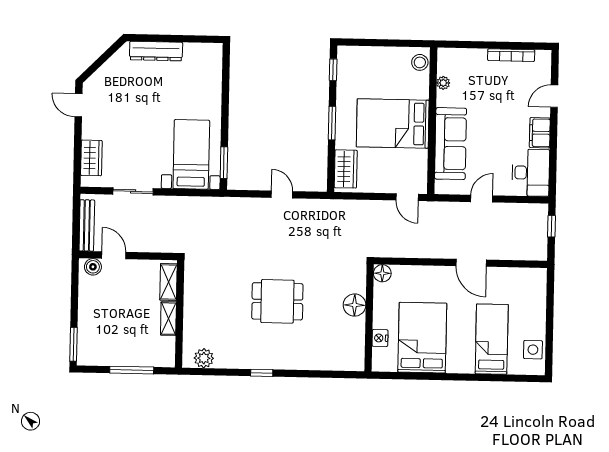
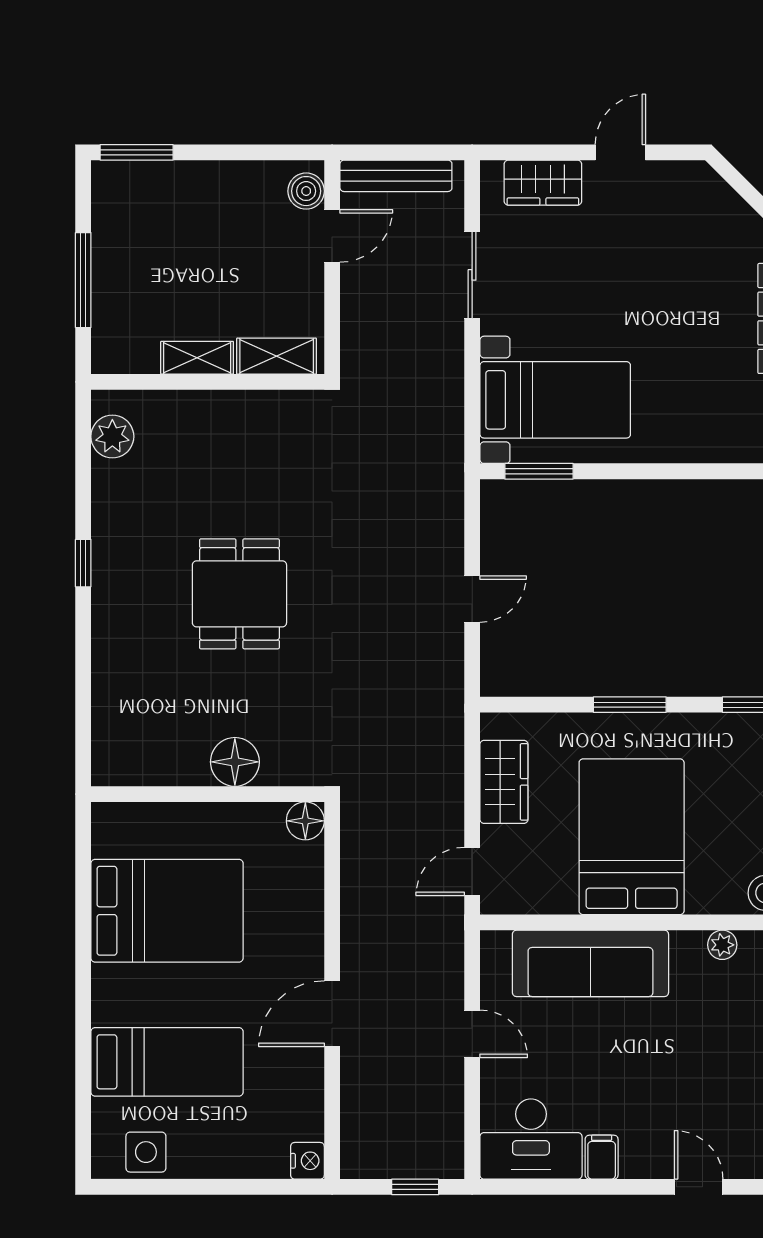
door: (79, 105) -> (620, 152), moved
filing cabinet: (540, 133) -> (602, 1157), width x0.50
wardrobe: (346, 169) -> (504, 782), moved, turned -90
nightstand: (380, 338) -> (307, 1161), moved, turned 90

